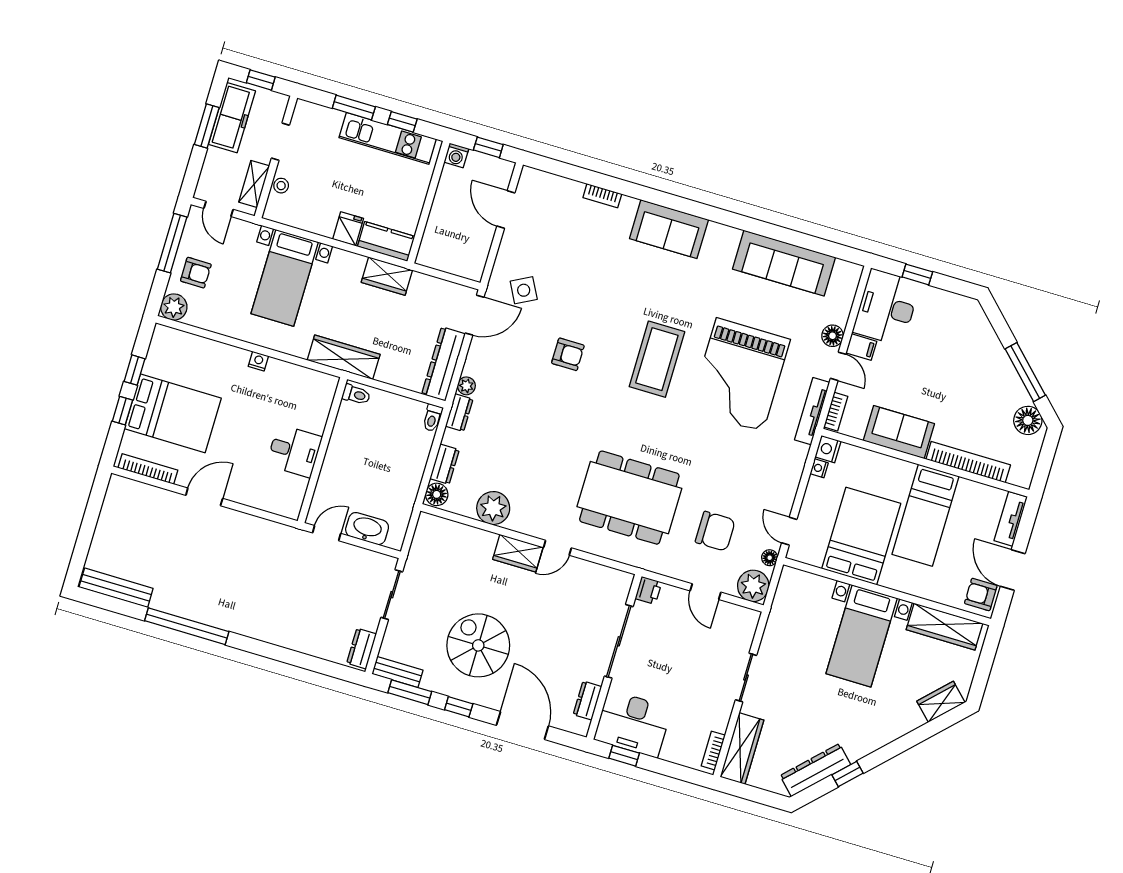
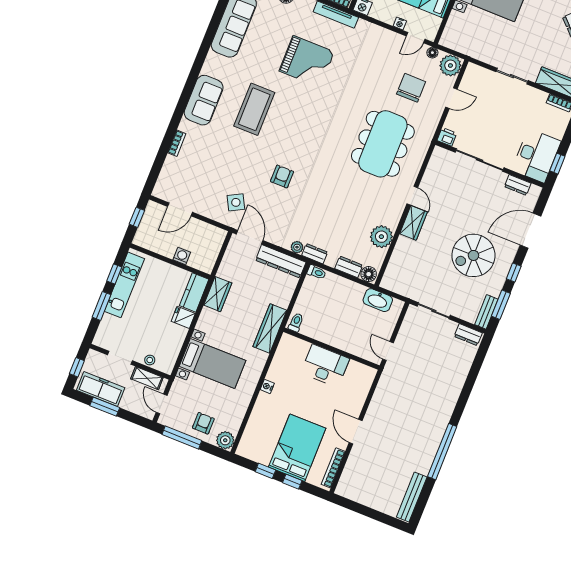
washing machine: (456, 155) -> (182, 256), moved, turned -90
door: (219, 209) -> (162, 404), swing flipped
coffee table: (657, 359) -> (254, 109), moved, turned 90
grand piano: (740, 375) -> (307, 61), width x0.73, depth x0.68
desk: (294, 451) -> (325, 366), width x1.37
nightstand: (819, 468) -> (400, 23), moved
washbasin: (367, 529) -> (378, 300), moved, turned -90

